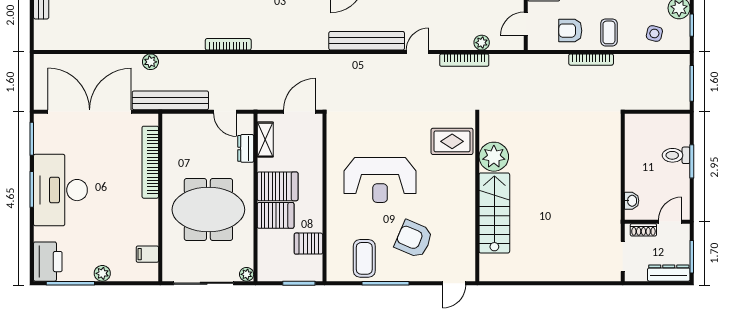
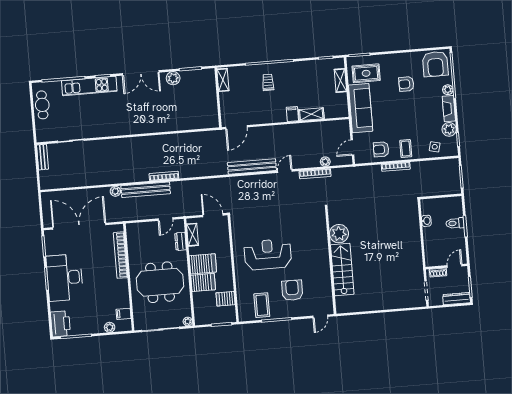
bench: (170, 100) -> (146, 190), moved
door: (225, 112) -> (165, 219), hinge flipped
door: (299, 112) -> (213, 215), hinge flipped
rug: (452, 141) -> (312, 226), removed
reception desk: (380, 180) -> (268, 254), turned 180
washbasin: (632, 201) -> (426, 221), moved
armchair: (414, 239) -> (292, 290), turned 67
plant: (102, 273) -> (110, 327), moved

